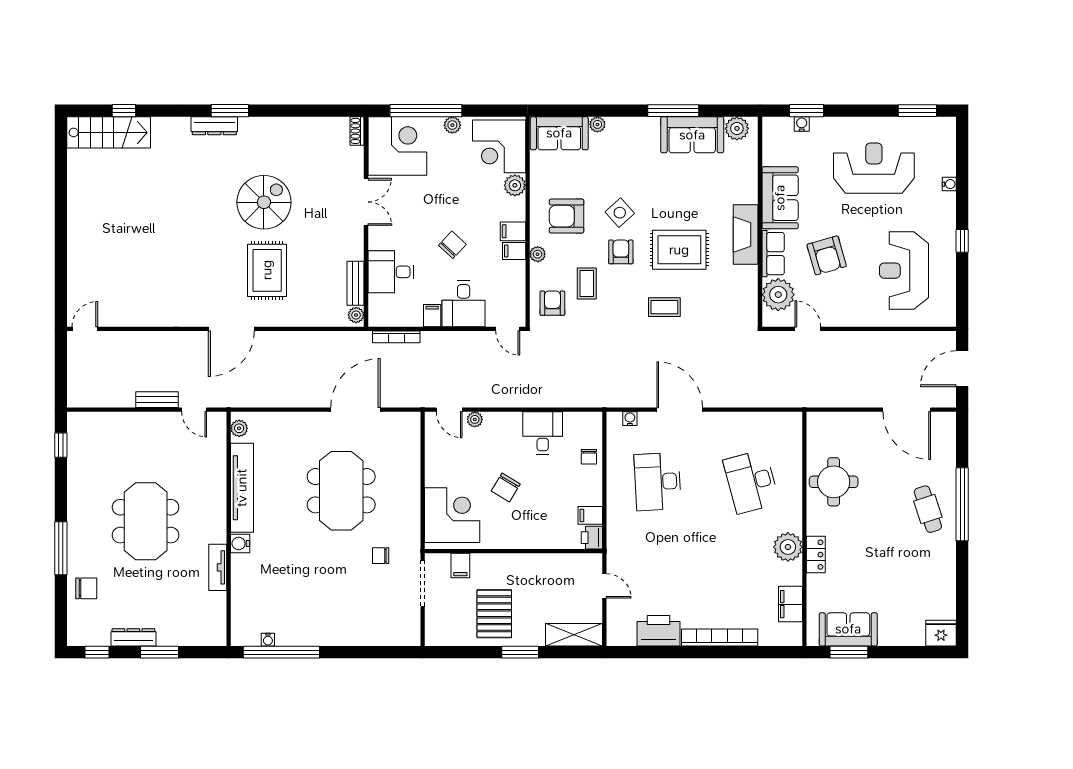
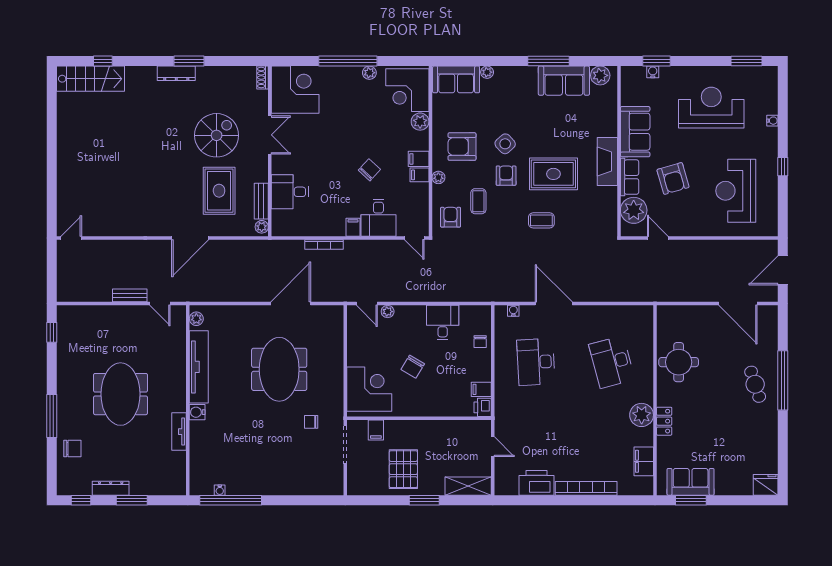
shoe rack: (357, 131) -> (263, 78), moved
corner desk: (397, 146) -> (295, 90), moved
double door: (366, 202) -> (270, 135), moved
wall: (366, 222) -> (270, 151), moved
desk: (391, 272) -> (290, 192), moved
bench: (356, 283) -> (261, 201), moved
plant: (356, 315) -> (262, 227), moved

